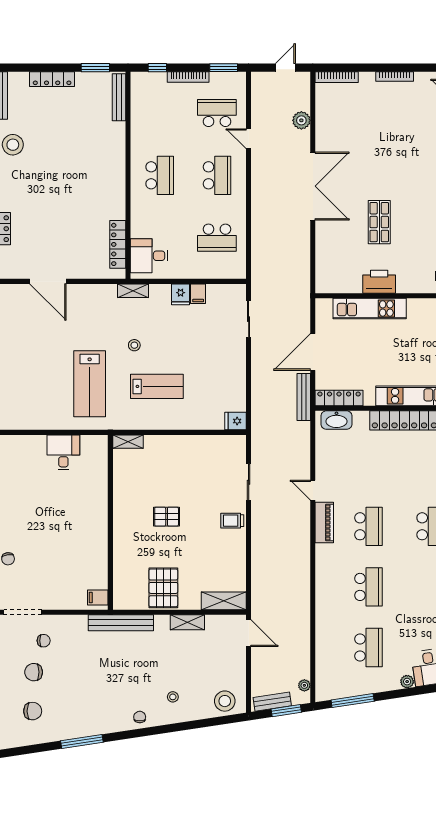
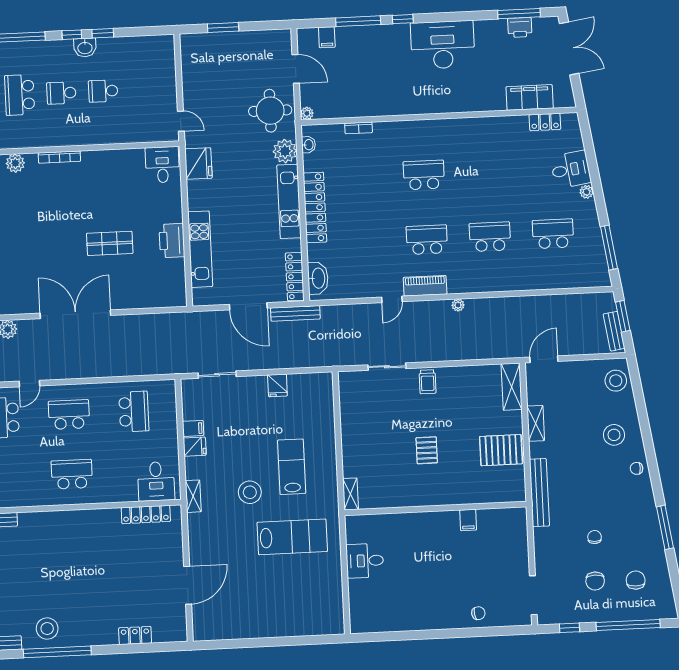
stool: (134, 345) -> (250, 492), width x1.89, depth x1.89
fridge: (235, 421) -> (277, 385), moved
filing cabinet: (98, 598) -> (468, 520), moved
chair: (44, 641) -> (595, 537), moved
plant: (304, 685) -> (458, 305), moved
stool: (173, 697) -> (614, 435), width x1.89, depth x1.89

